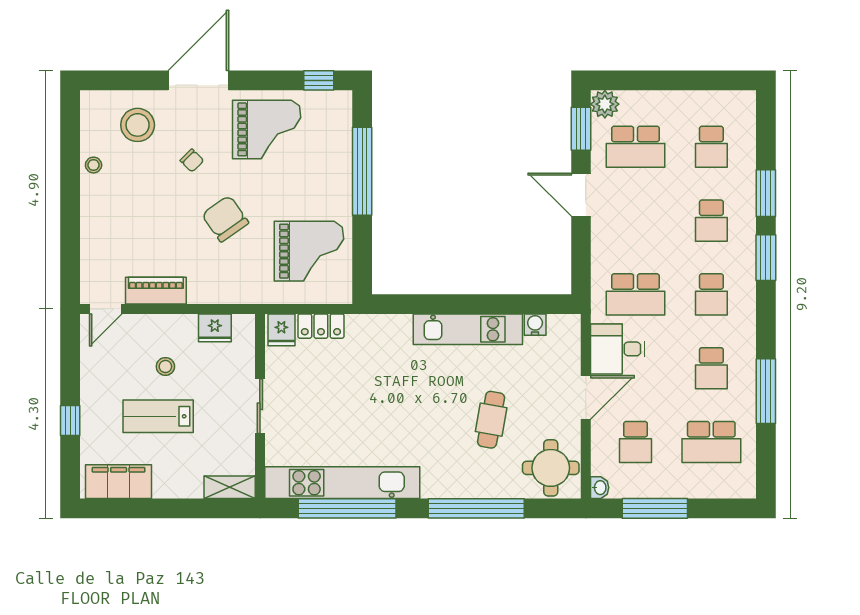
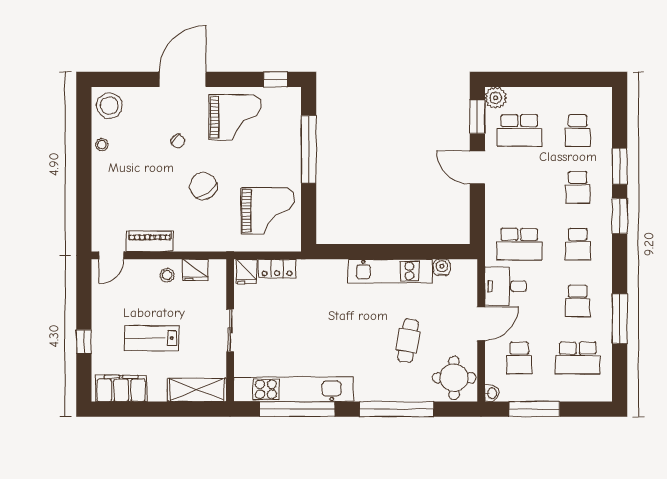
stool: (138, 125) -> (109, 106), moved
stool: (165, 366) -> (167, 275), moved
shelving: (230, 487) -> (197, 390), width x1.50, depth x1.33

